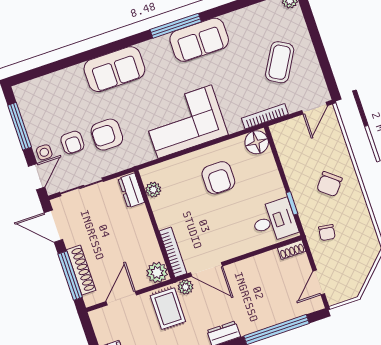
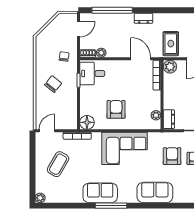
armchair: (107, 135) -> (172, 156), turned -90
plant: (186, 287) -> (101, 53), moved

